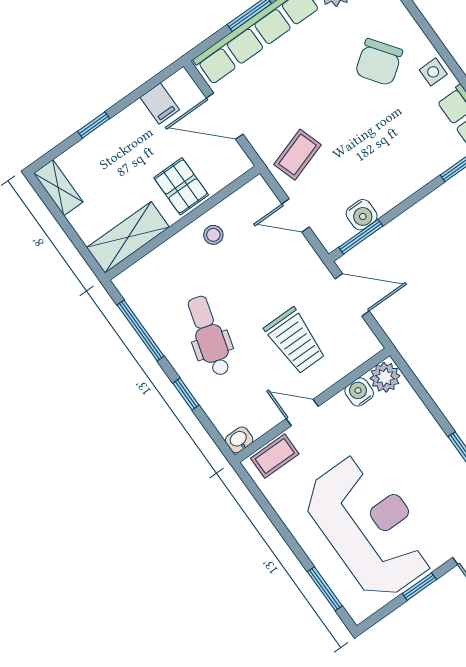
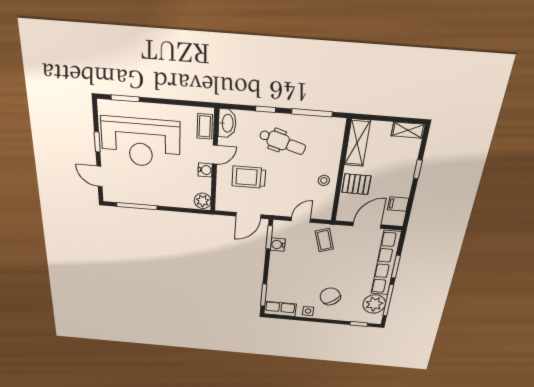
water cooler: (359, 392) -> (205, 170), moved
washbasin: (239, 440) -> (227, 123), width x1.91, depth x1.45

